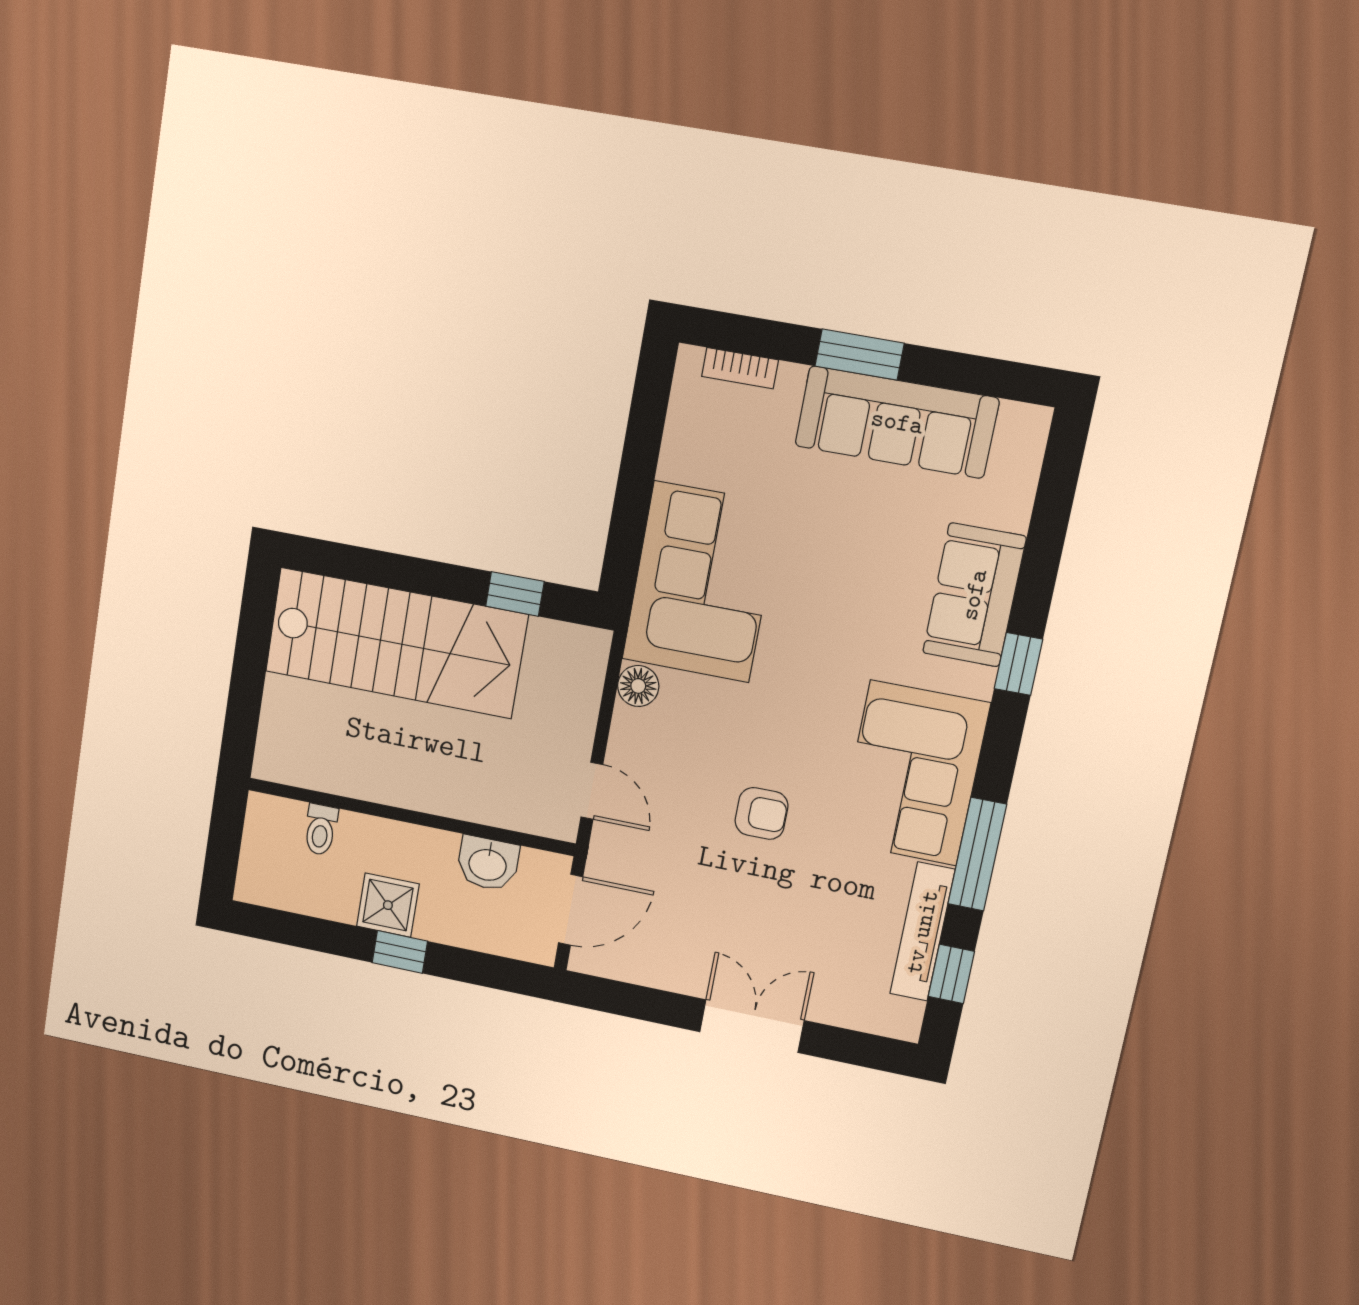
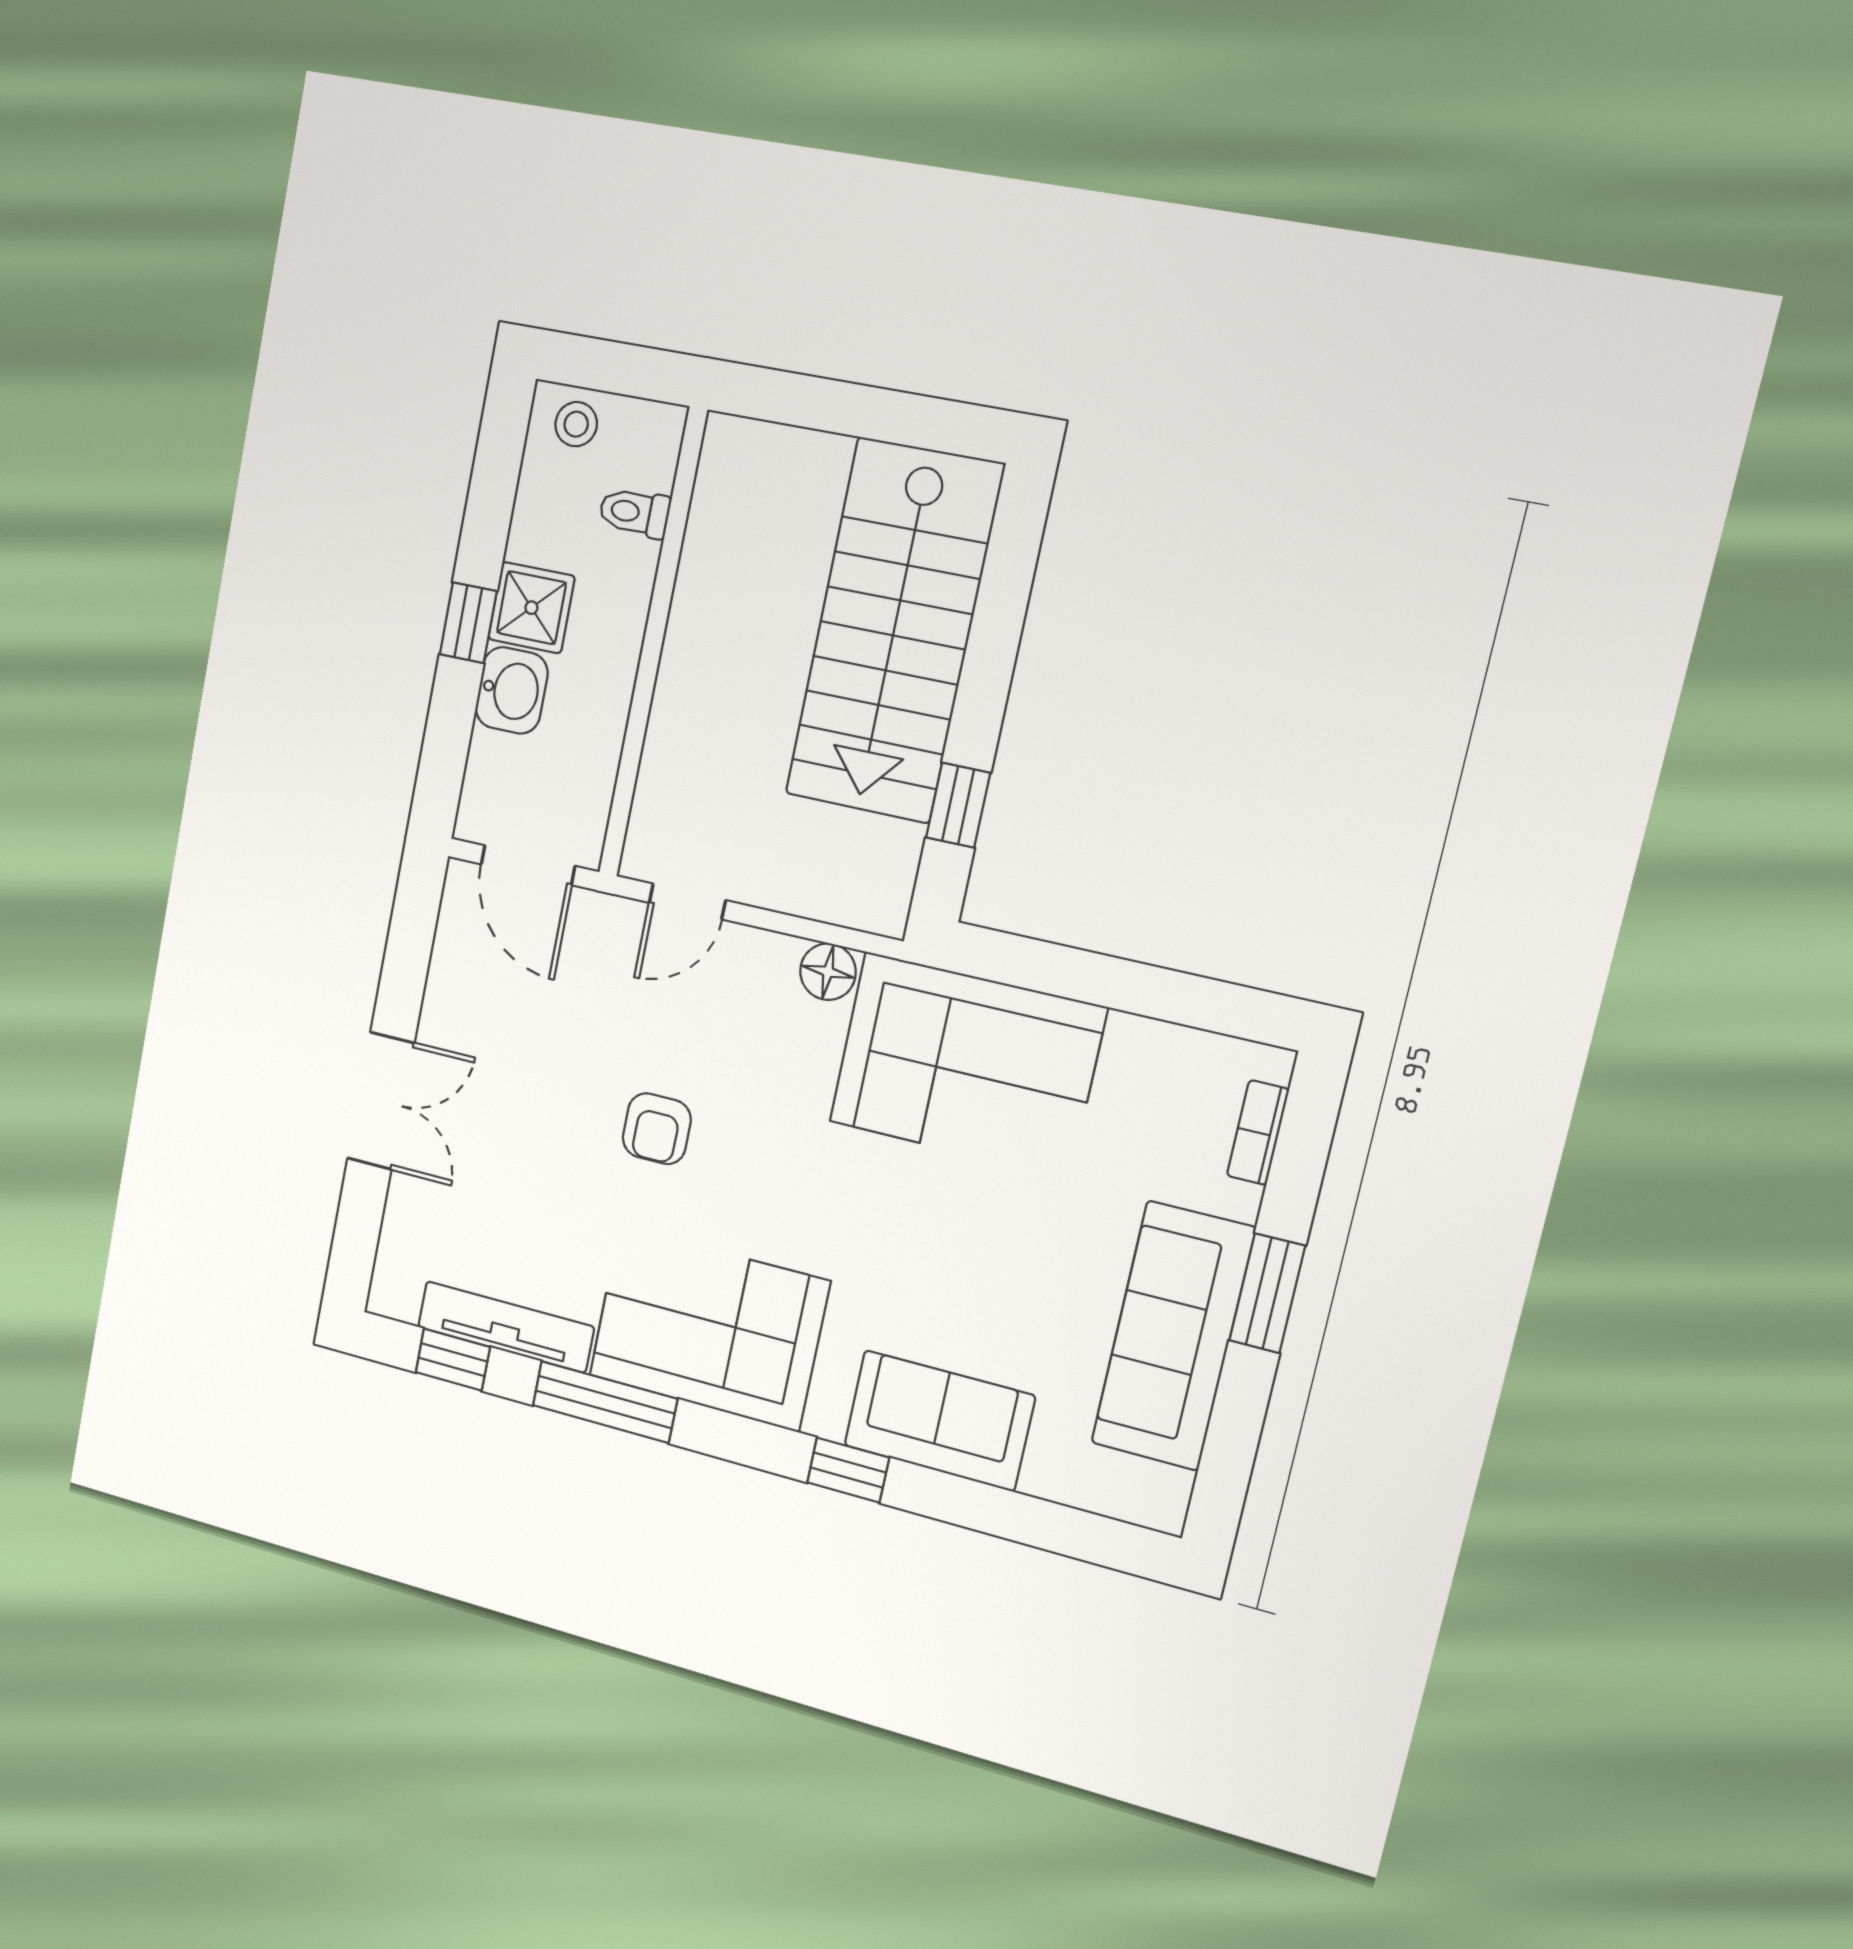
washbasin: (488, 864) -> (512, 690), moved, turned 180
stool: (262, 871) -> (576, 424), added

